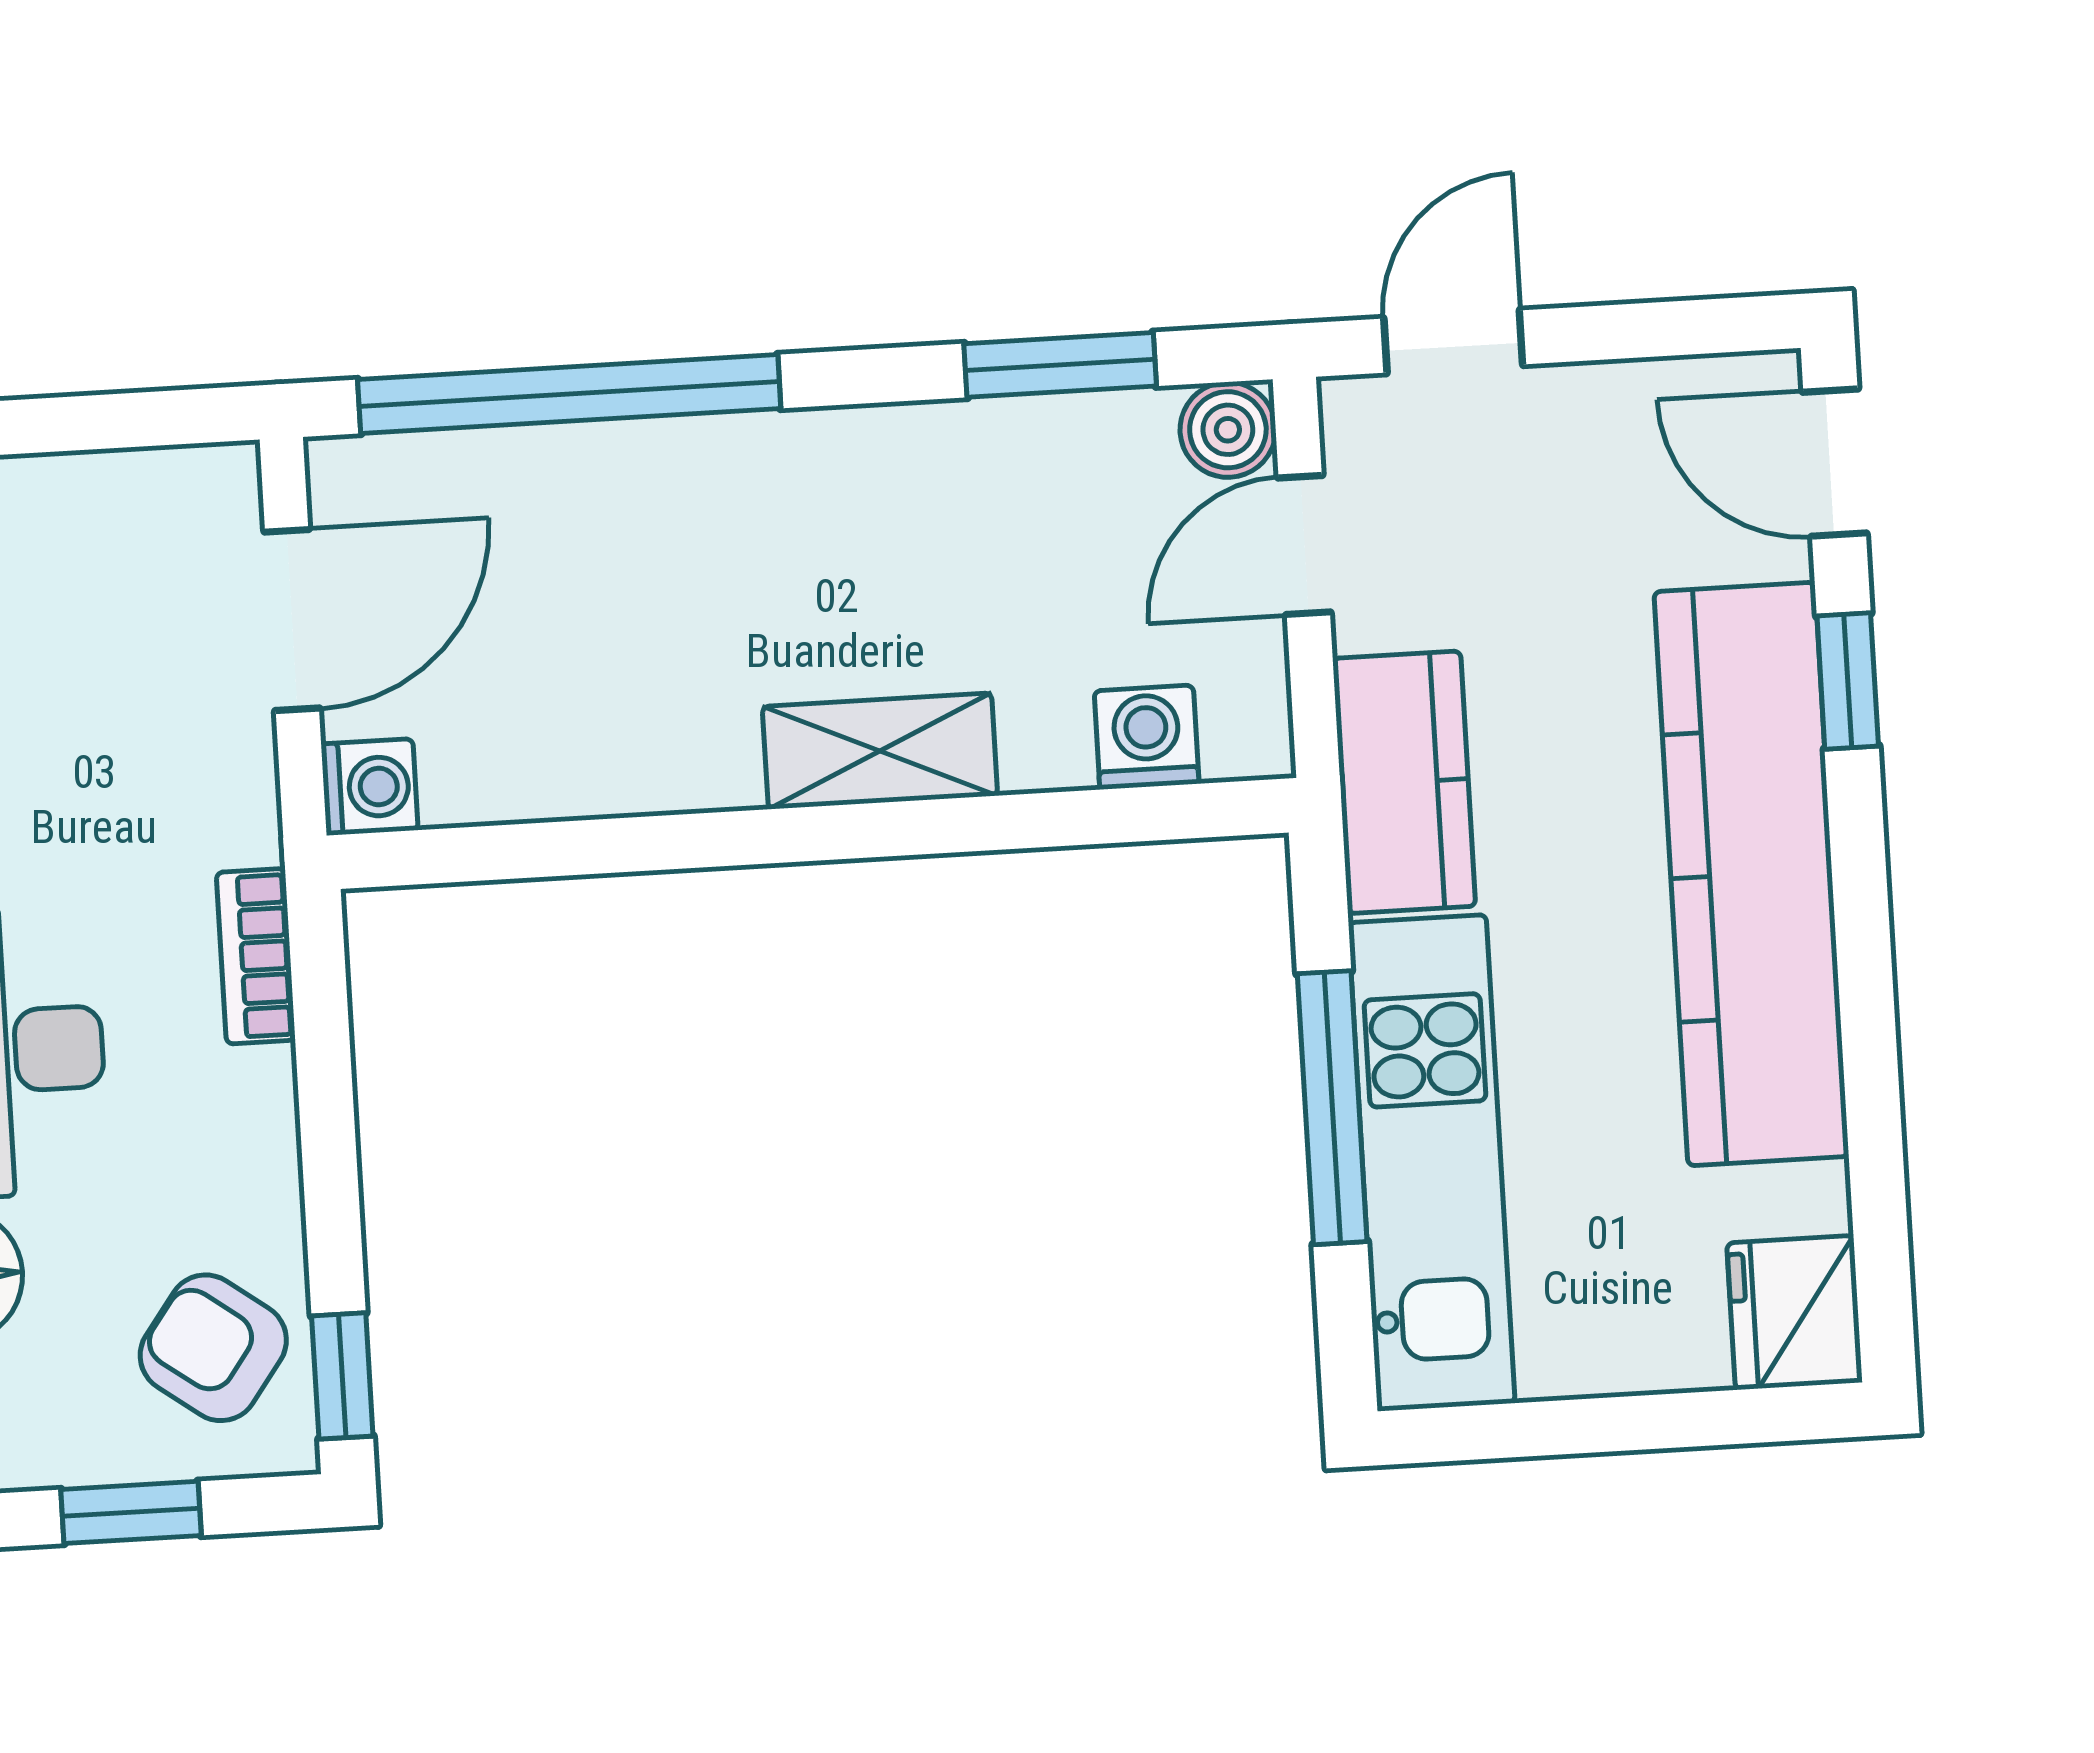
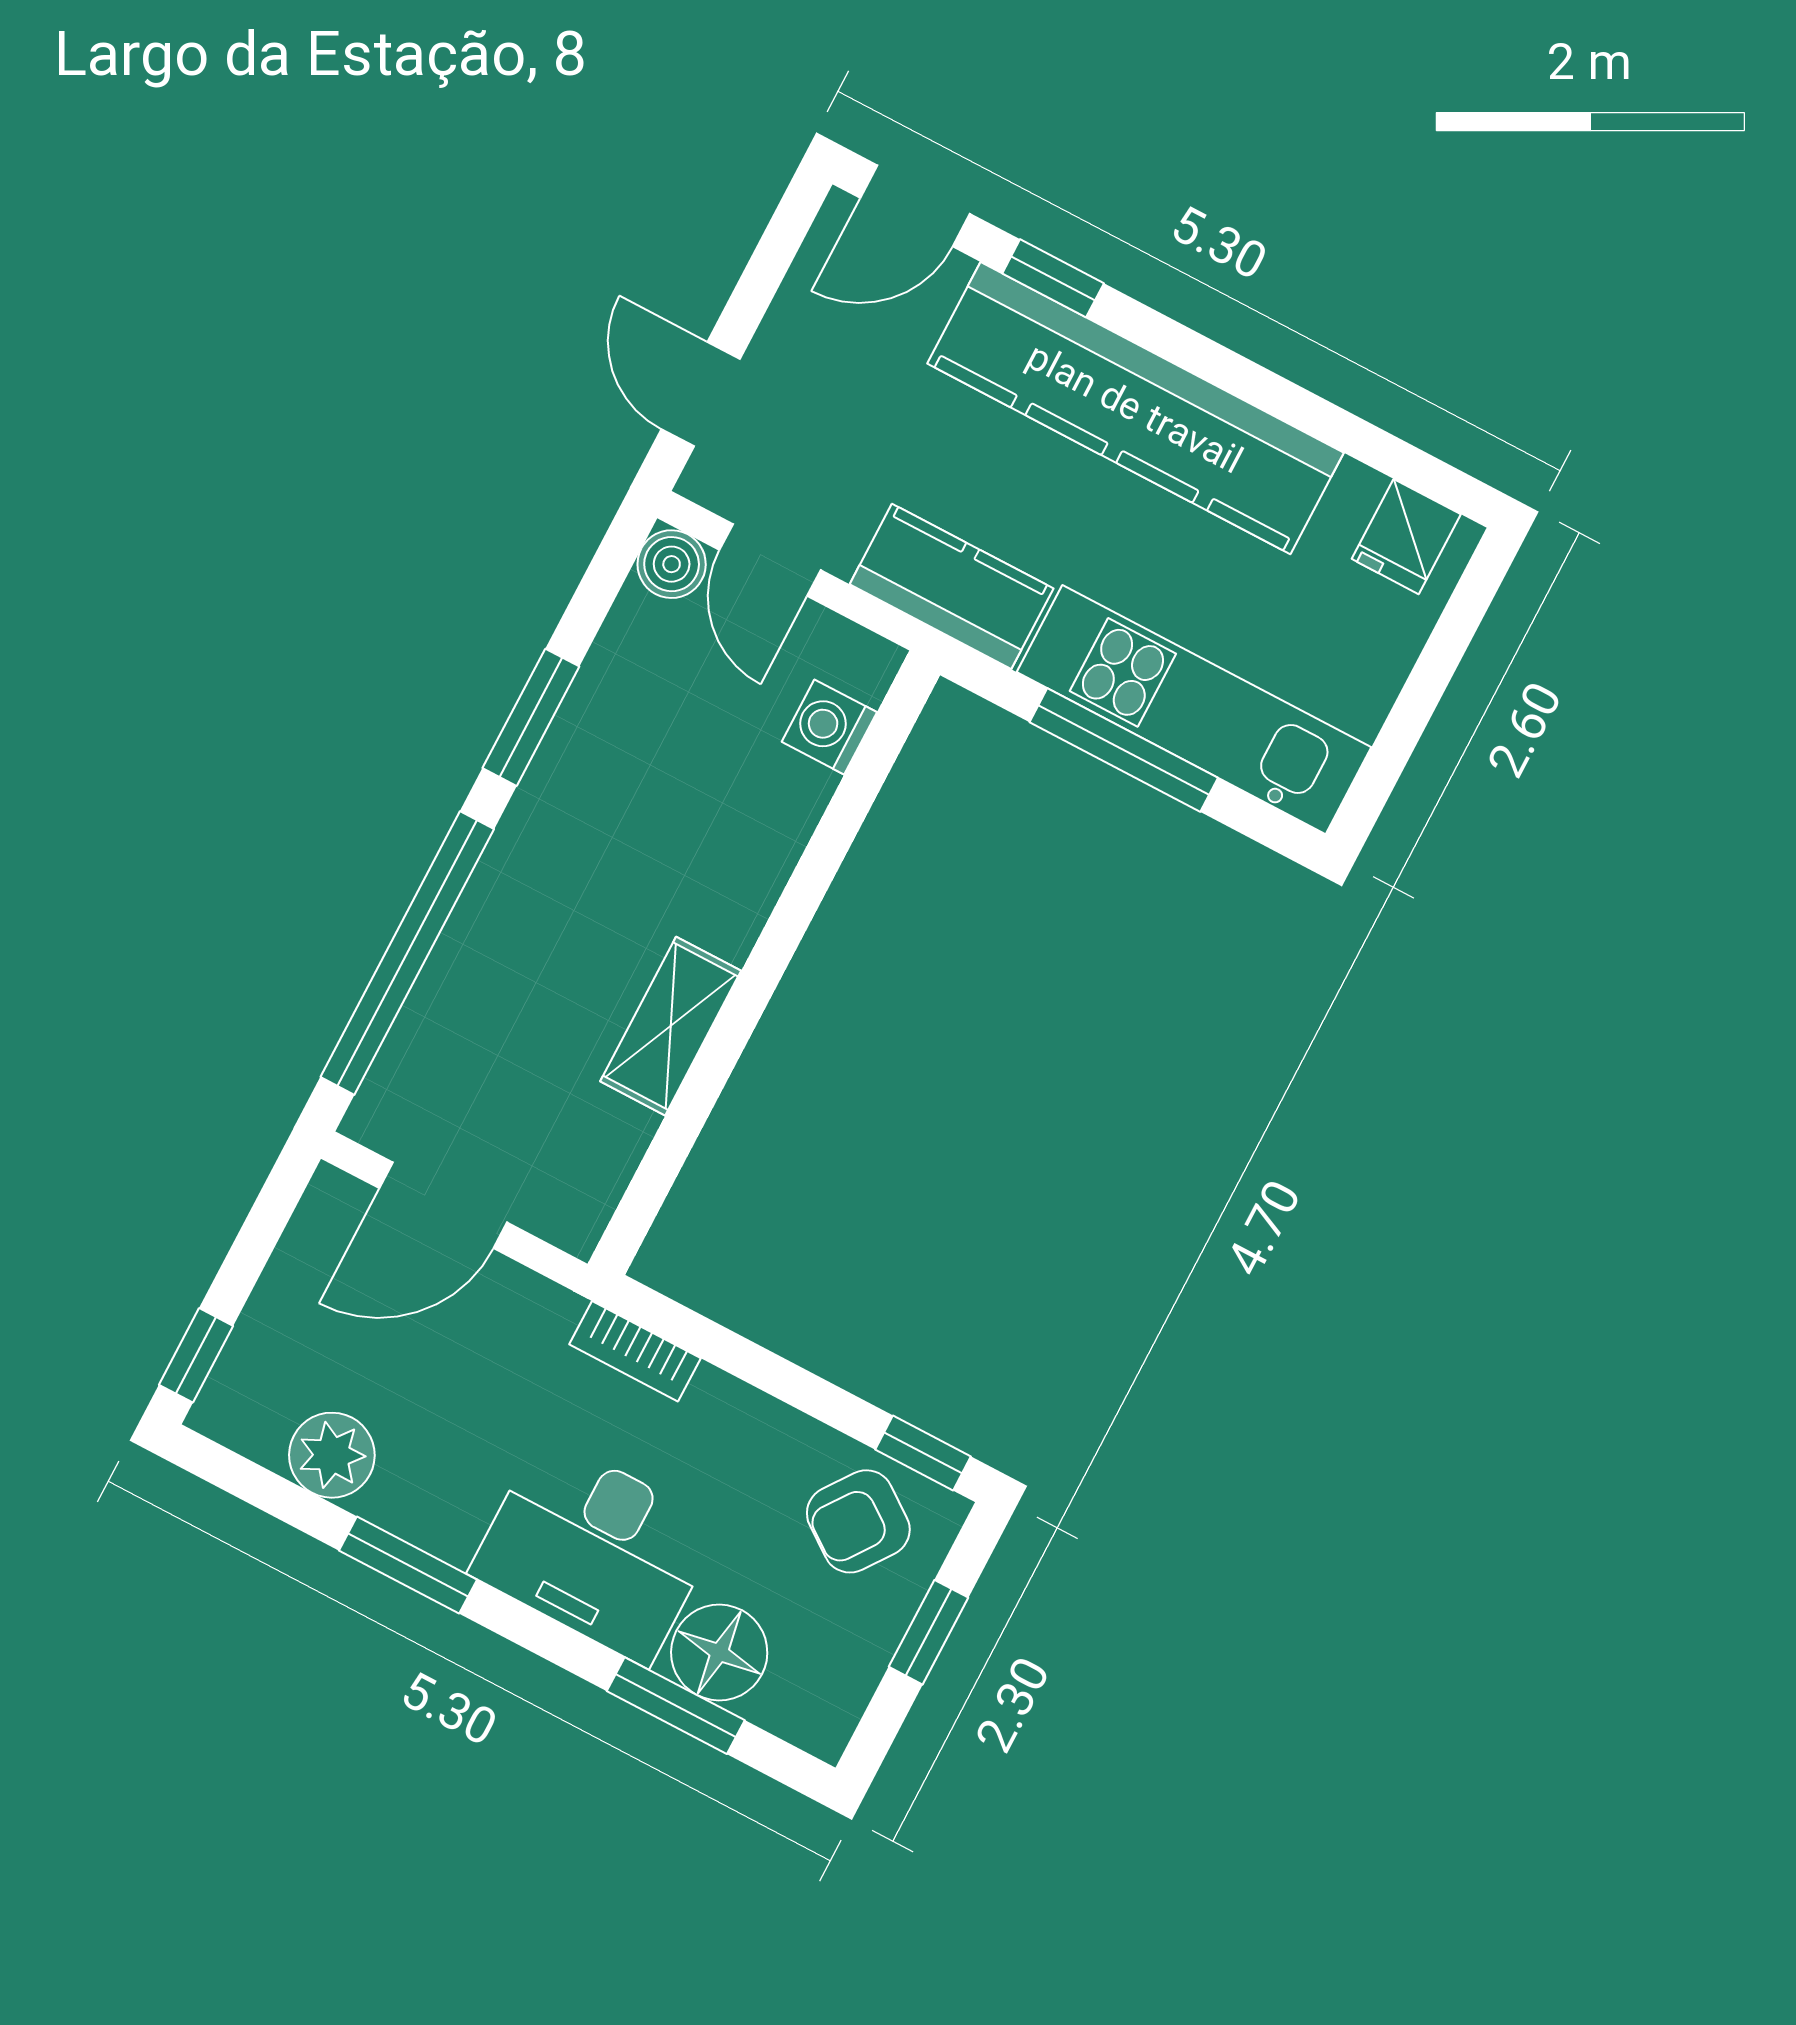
window: (1060, 365) -> (531, 717), moved
door: (292, 620) -> (443, 1205), swing flipped
shelving: (880, 751) -> (671, 1026), moved
washing machine: (370, 787) -> (574, 1220), removed
fridge: (1795, 1313) -> (1406, 537), width x0.72

